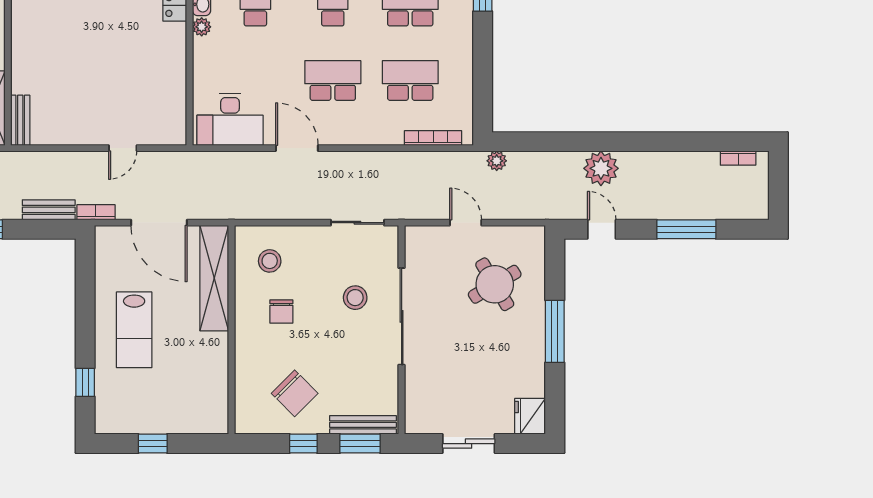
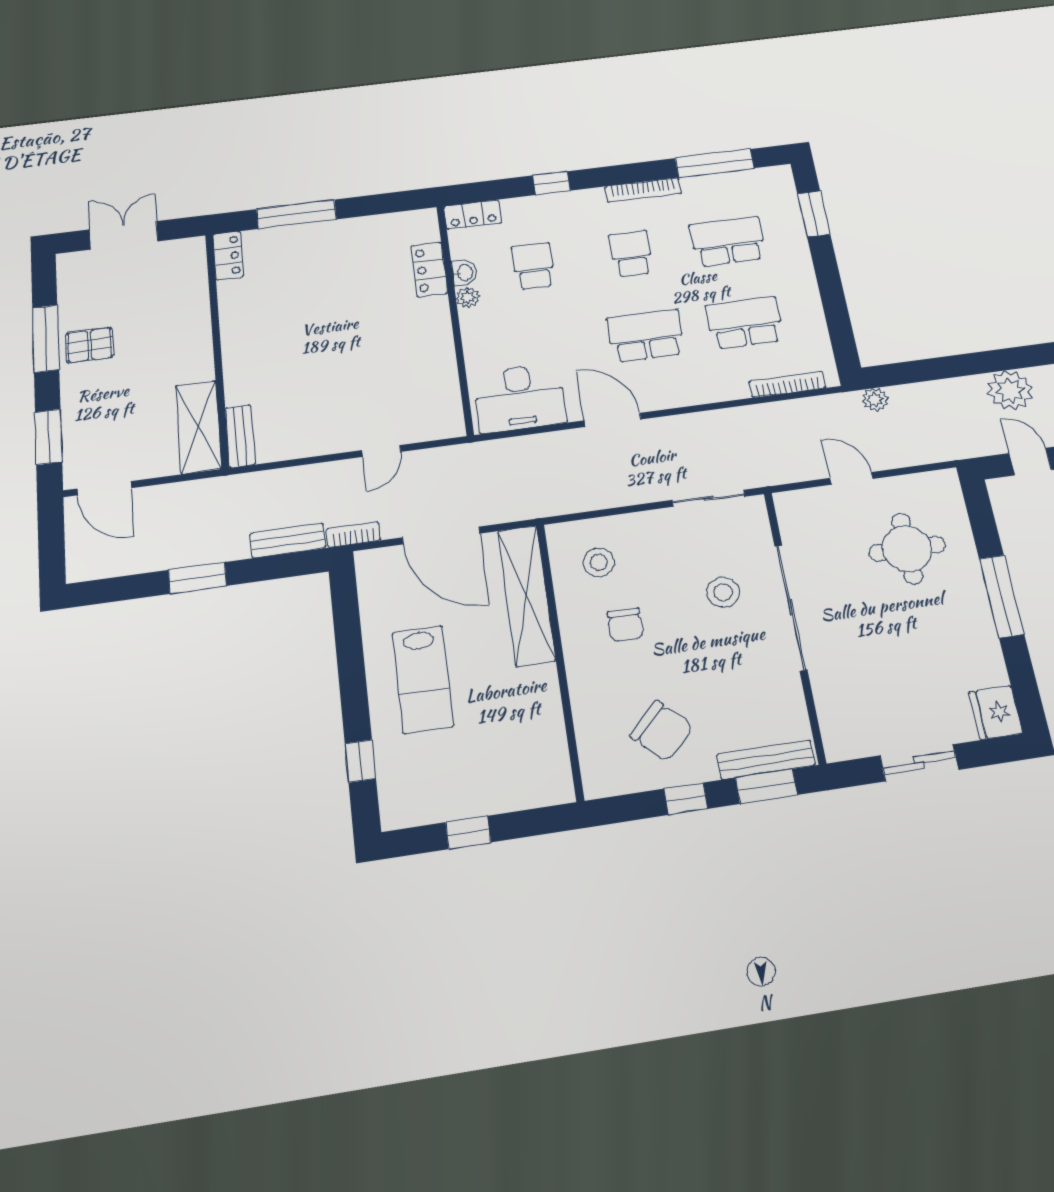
round table: (495, 284) -> (907, 549), turned 31

